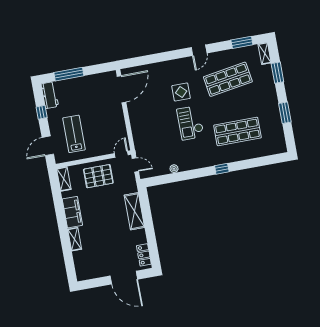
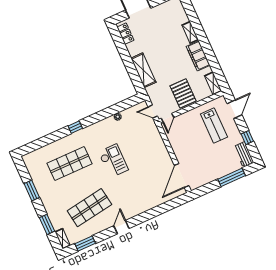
display table: (181, 92) -> (128, 186), removed
pallet: (98, 176) -> (183, 93), turned 90

